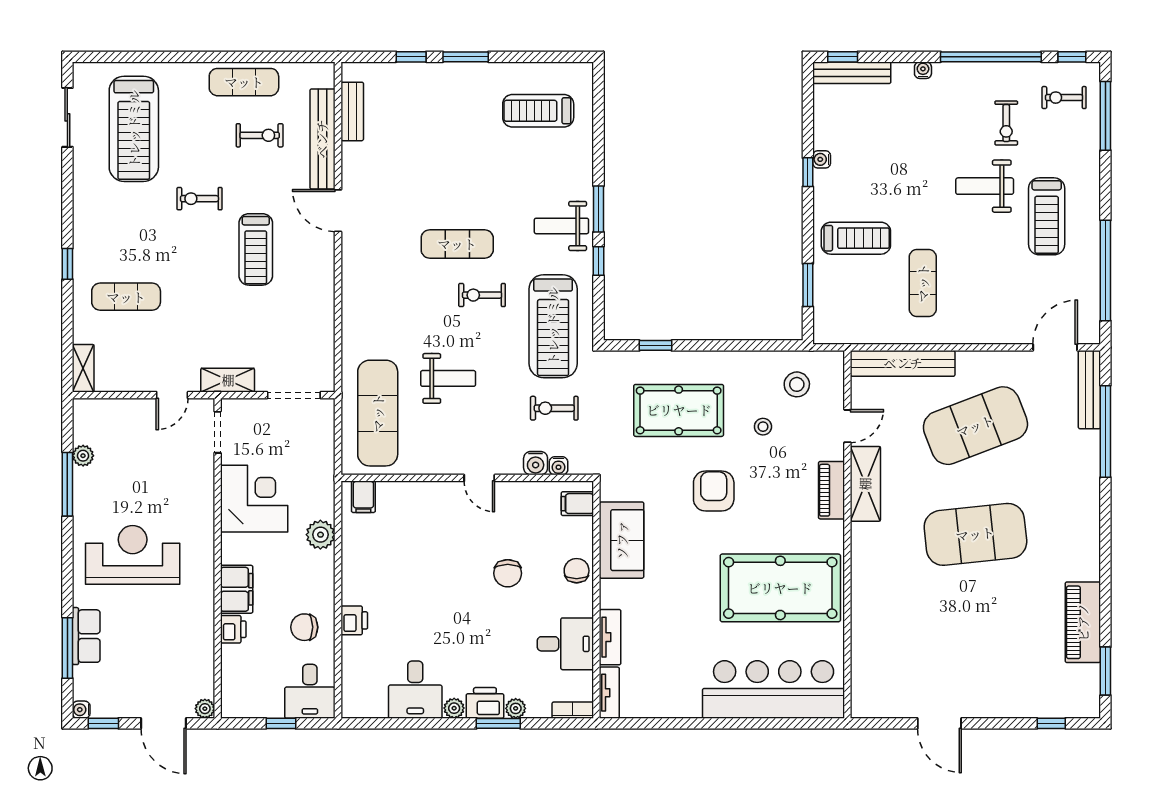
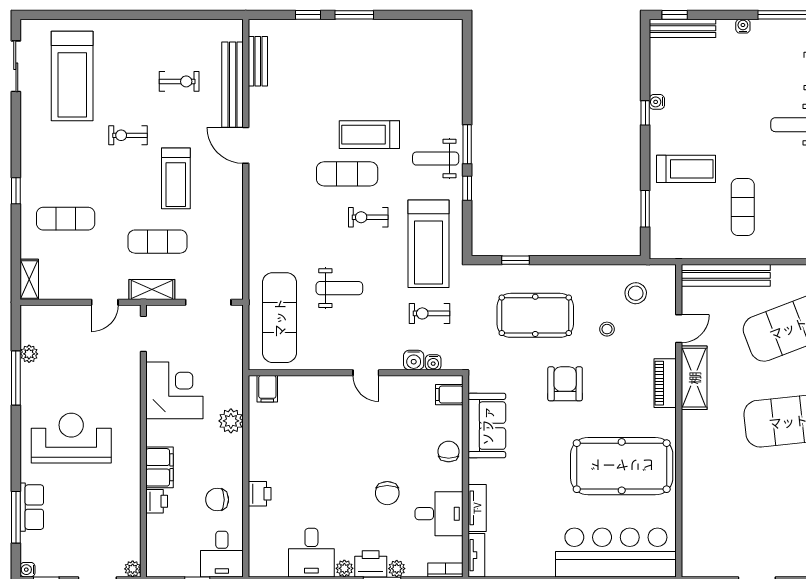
exercise mat: (244, 82) -> (158, 242), moved
treadmill: (538, 111) -> (369, 135), moved
chair: (508, 573) -> (387, 493), moved

